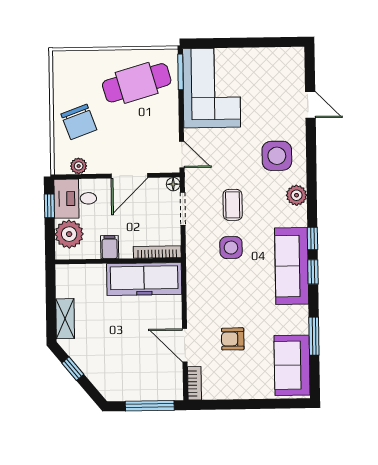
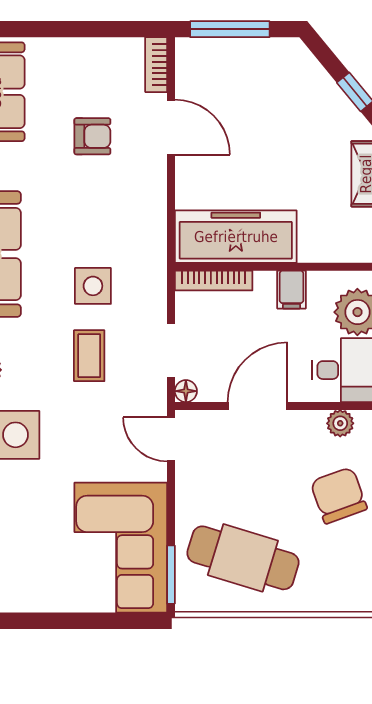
cafe table: (137, 83) -> (243, 558), turned 33

